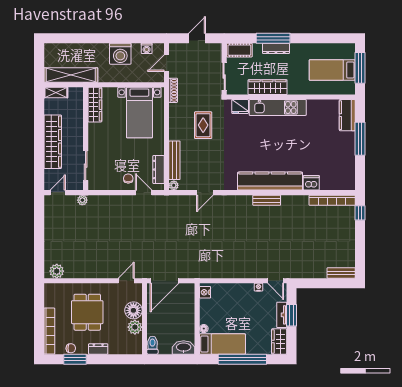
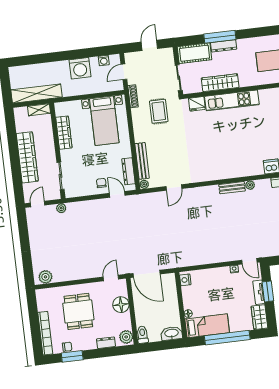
cot: (239, 50) -> (195, 53), width x1.37, depth x1.34
shelving: (56, 93) -> (39, 110), moved
wardrobe: (95, 105) -> (64, 133), moved
rug: (203, 125) -> (159, 111), moved
kitchen counter: (270, 181) -> (233, 169), removed
plant: (286, 200) -> (250, 185), added
door: (165, 281) -> (146, 274), hinge flipped
plant: (135, 327) -> (126, 337), moved
dresser: (98, 349) -> (106, 343), moved

